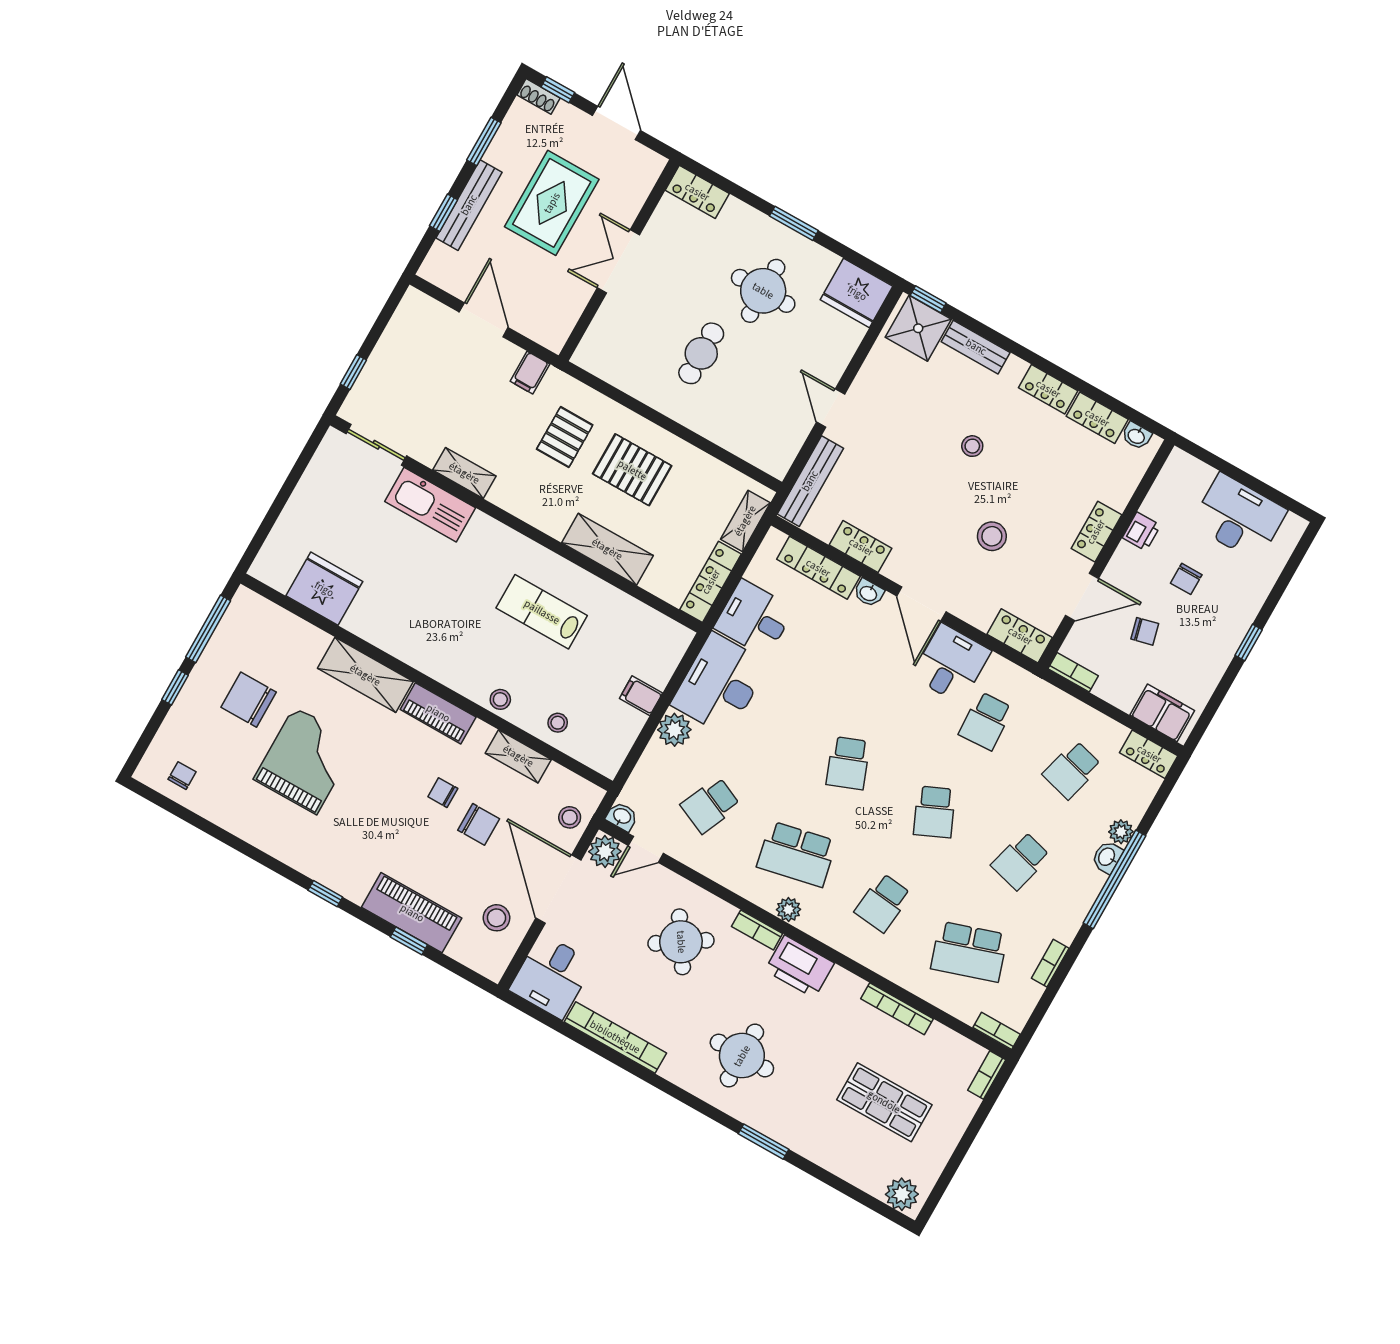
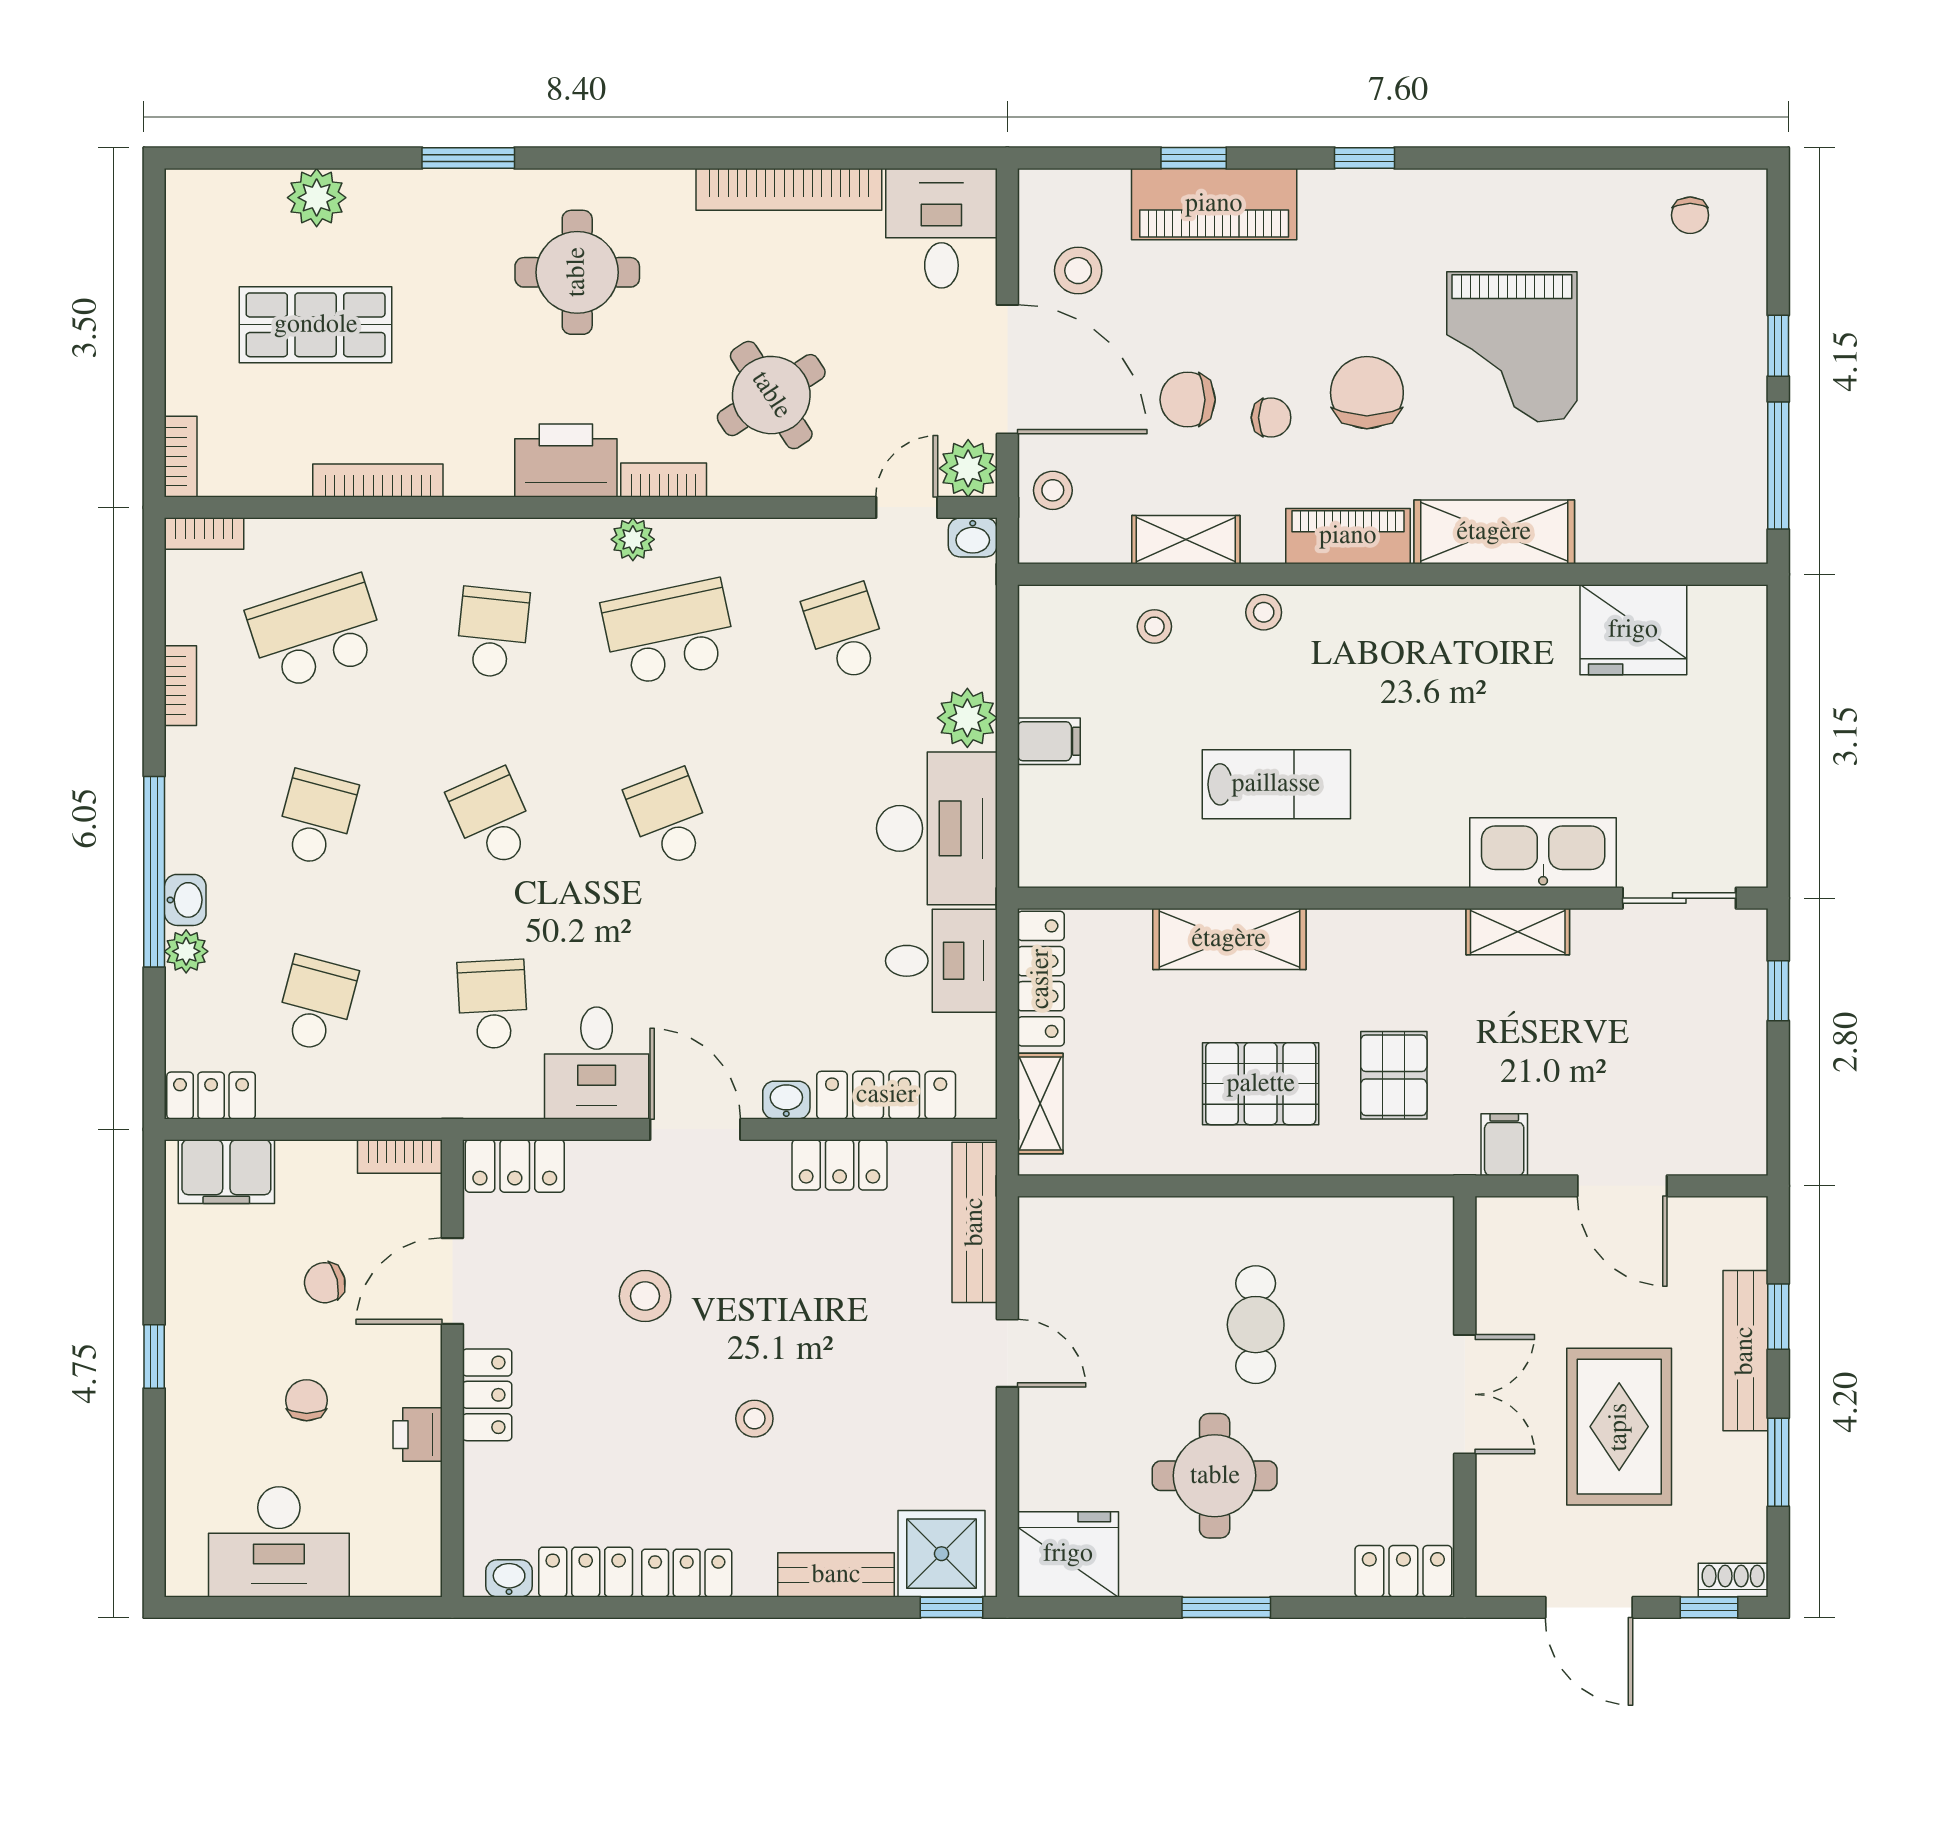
chair: (249, 700) -> (1367, 393), moved, turned -90
school desk: (710, 805) -> (845, 632), turned -42
plant: (902, 1194) -> (317, 198), moved

